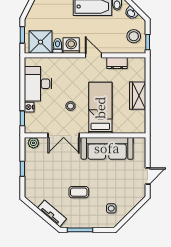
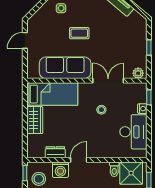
washing machine: (71, 45) -> (60, 170), moved
door: (94, 55) -> (79, 160), swing flipped
bed: (100, 108) -> (52, 94), moved, turned -90
coffee table: (79, 192) -> (79, 33), moved

